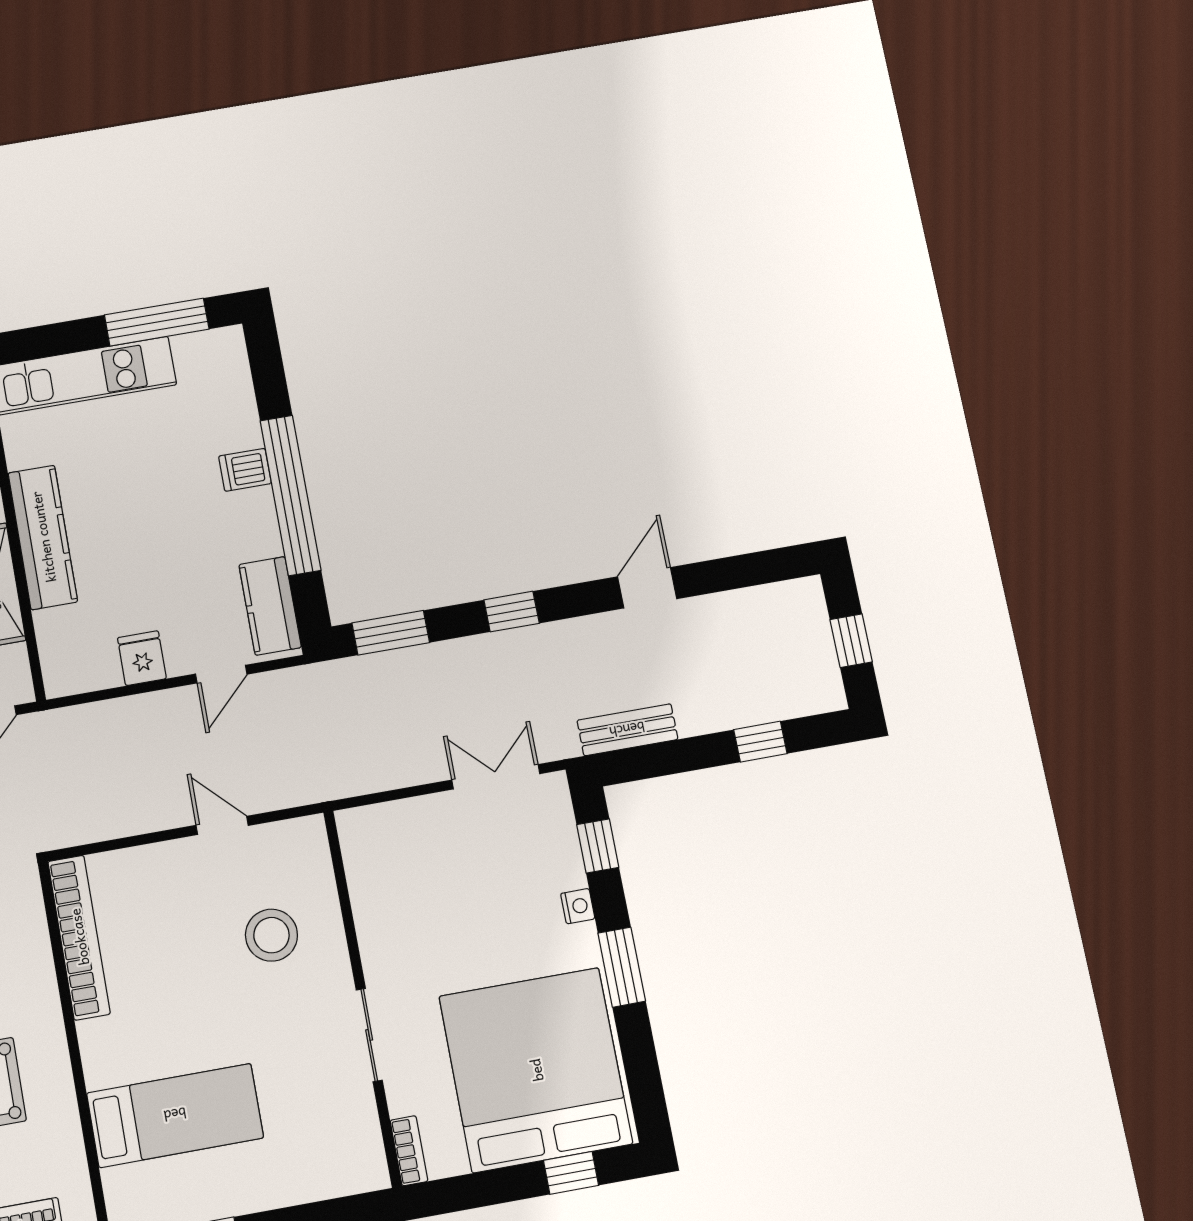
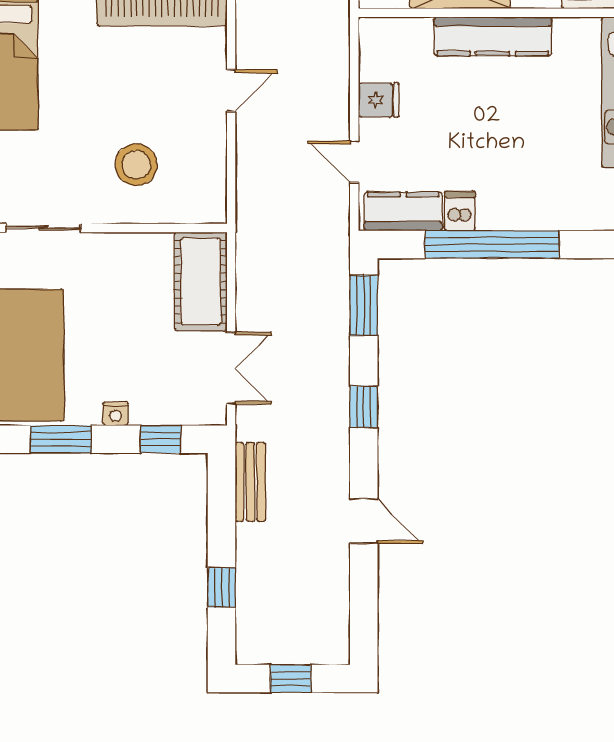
dishwasher: (245, 470) -> (460, 211), moved
door: (222, 825) -> (231, 91), moved
cot: (399, 832) -> (201, 282), added

